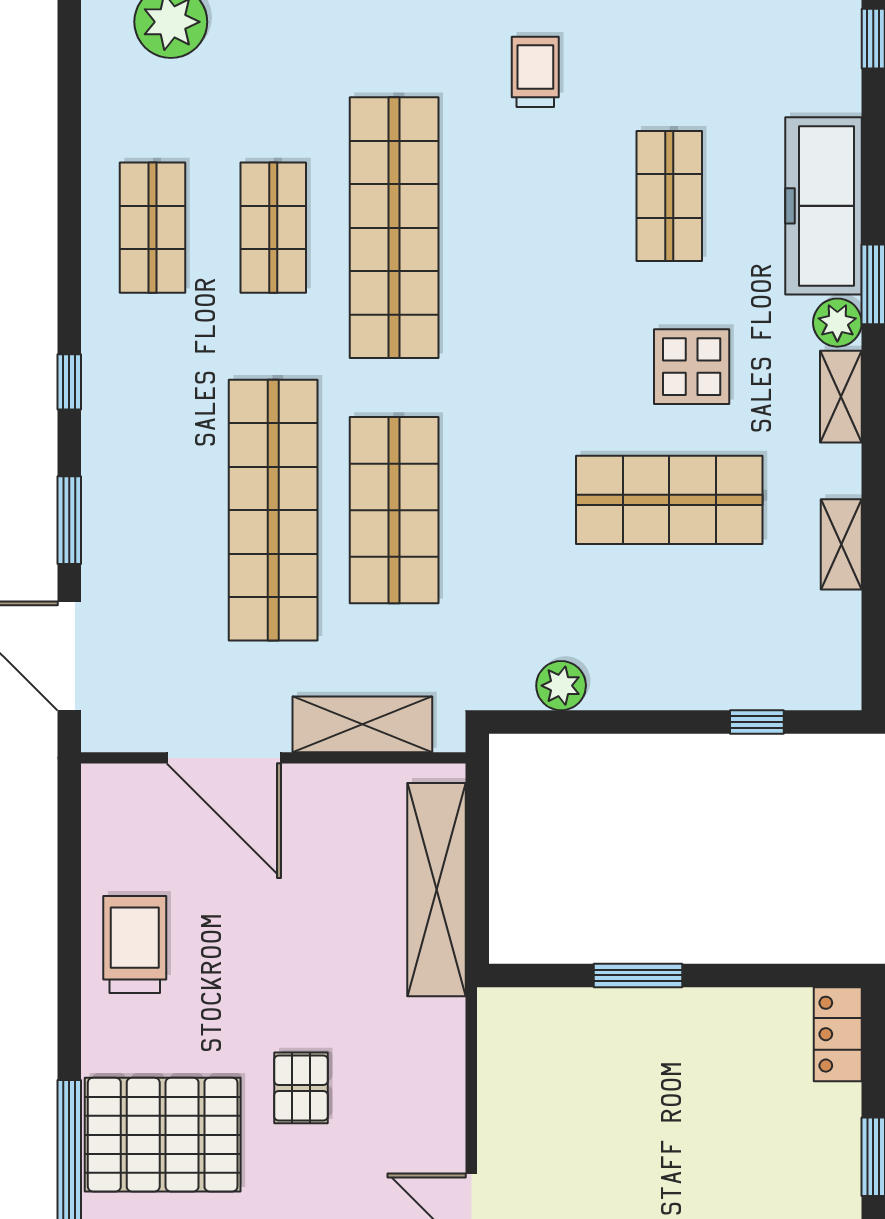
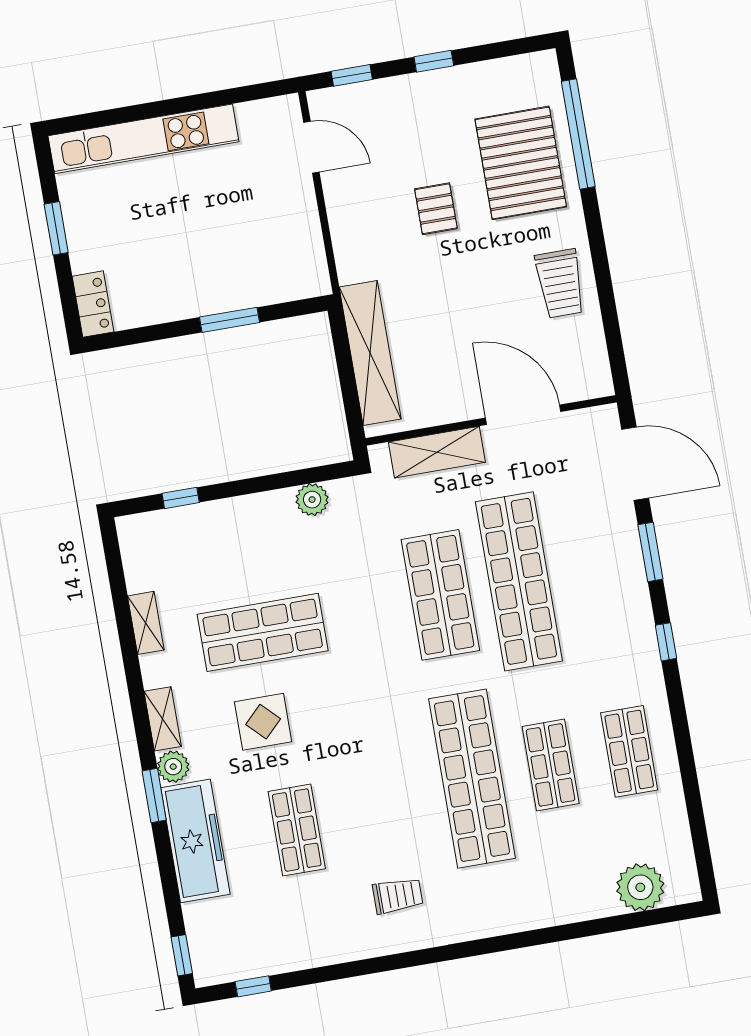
trolley: (535, 72) -> (398, 896), turned -90
pallet: (163, 1135) -> (521, 163), turned 90

